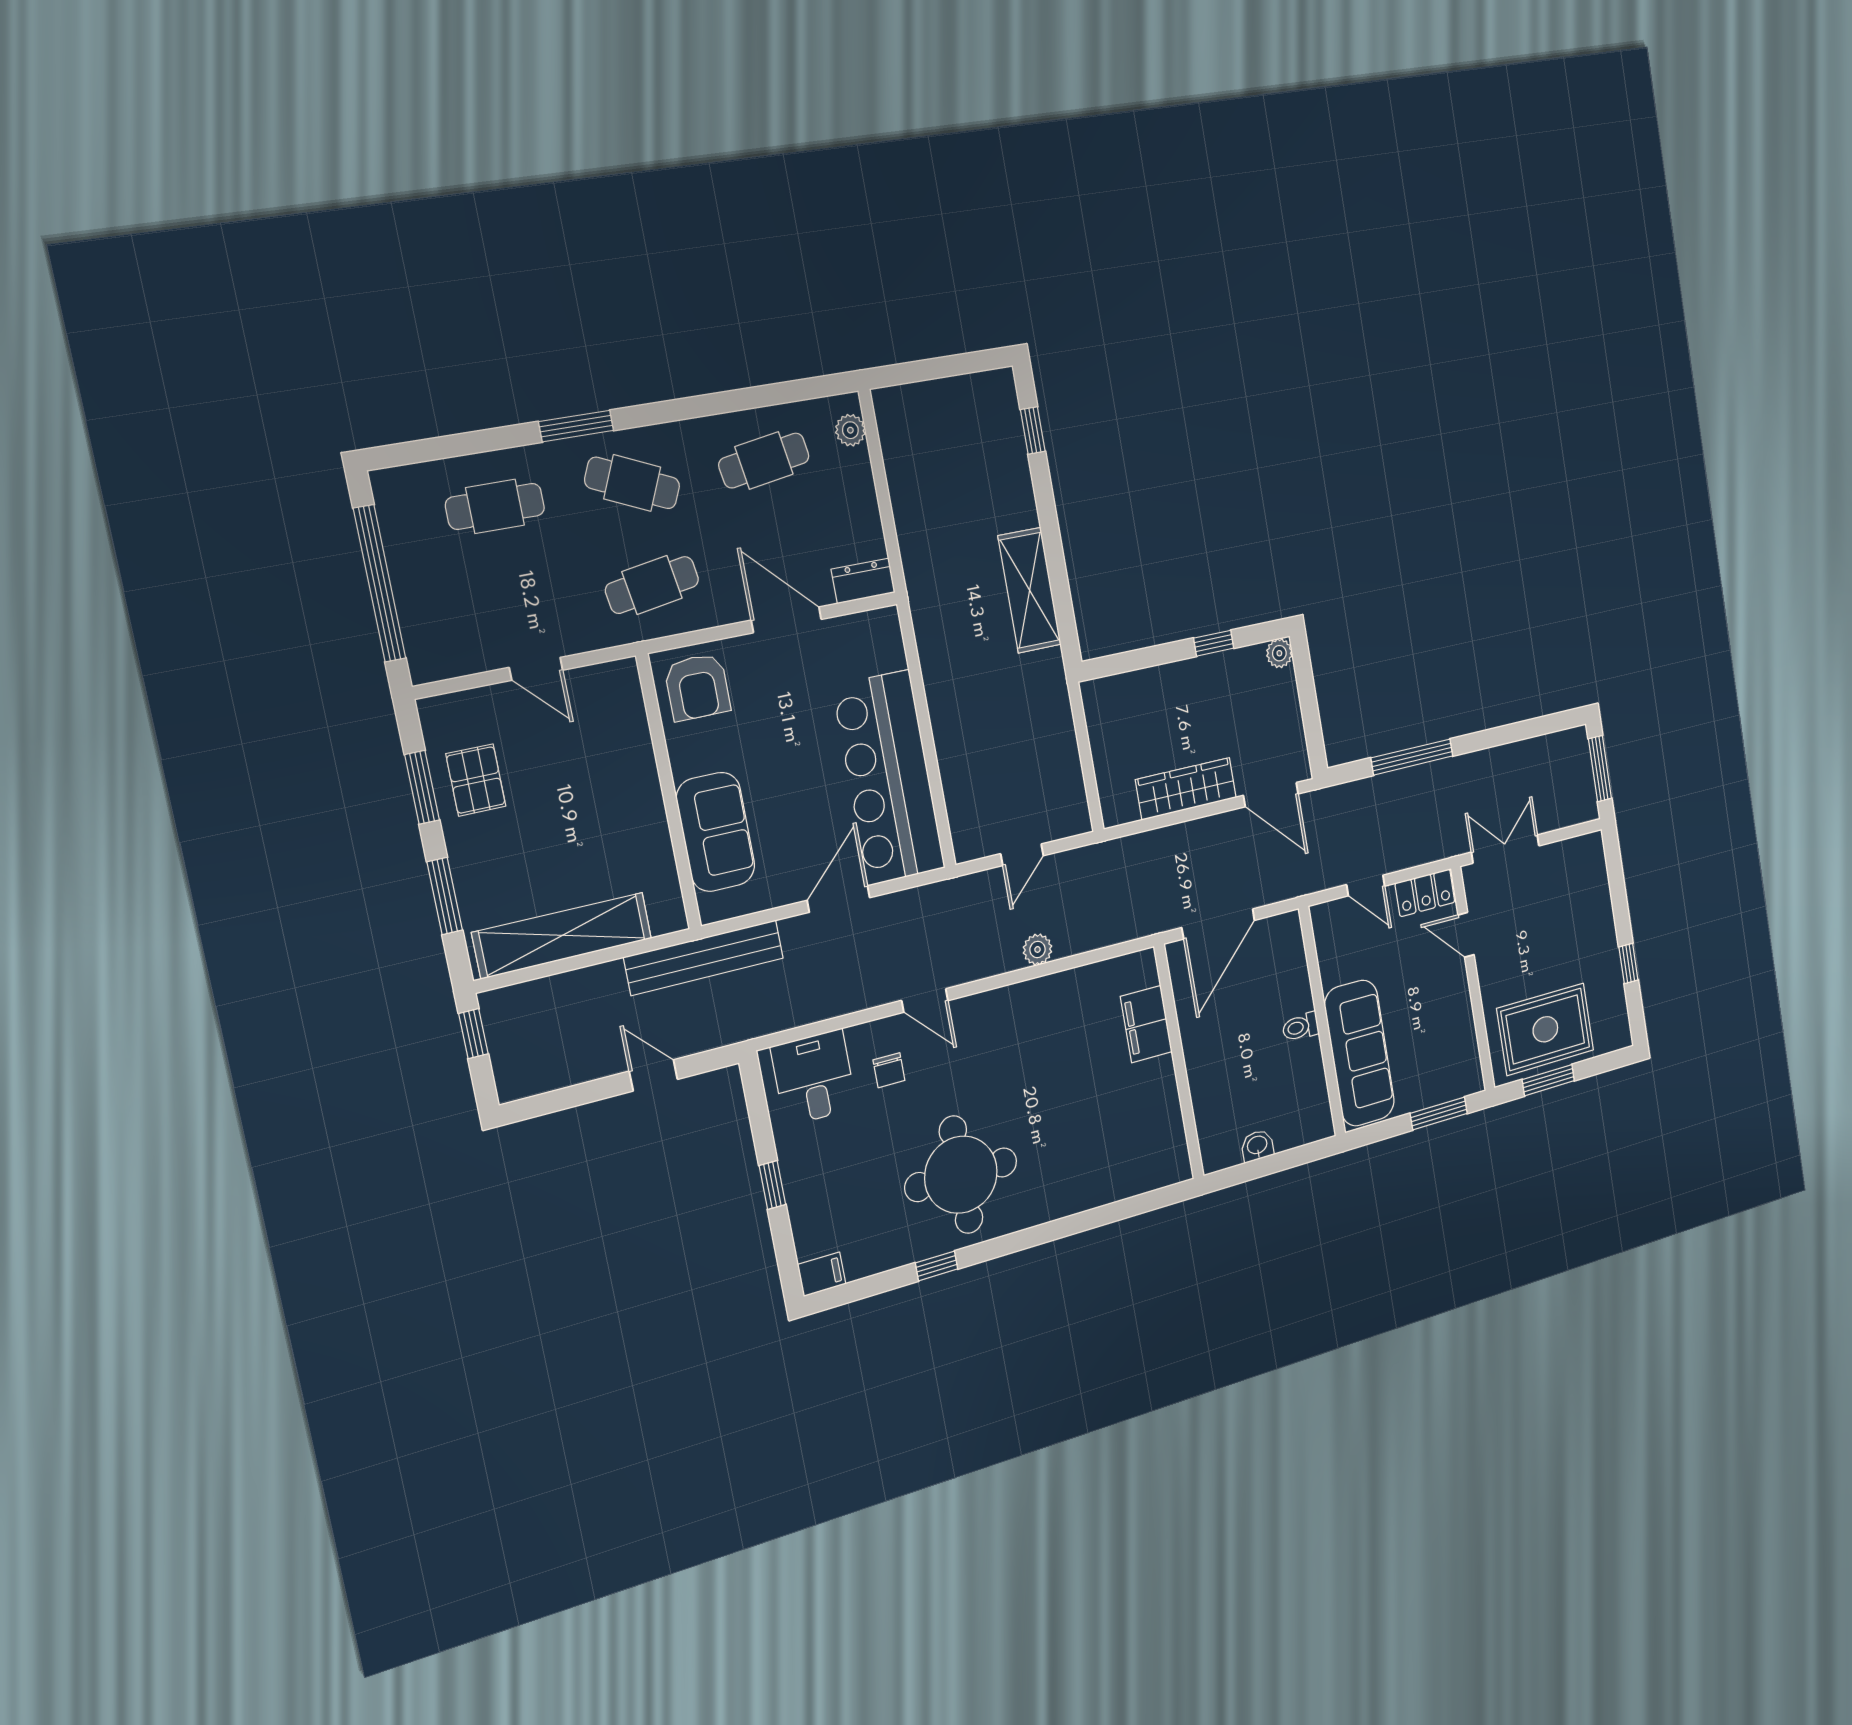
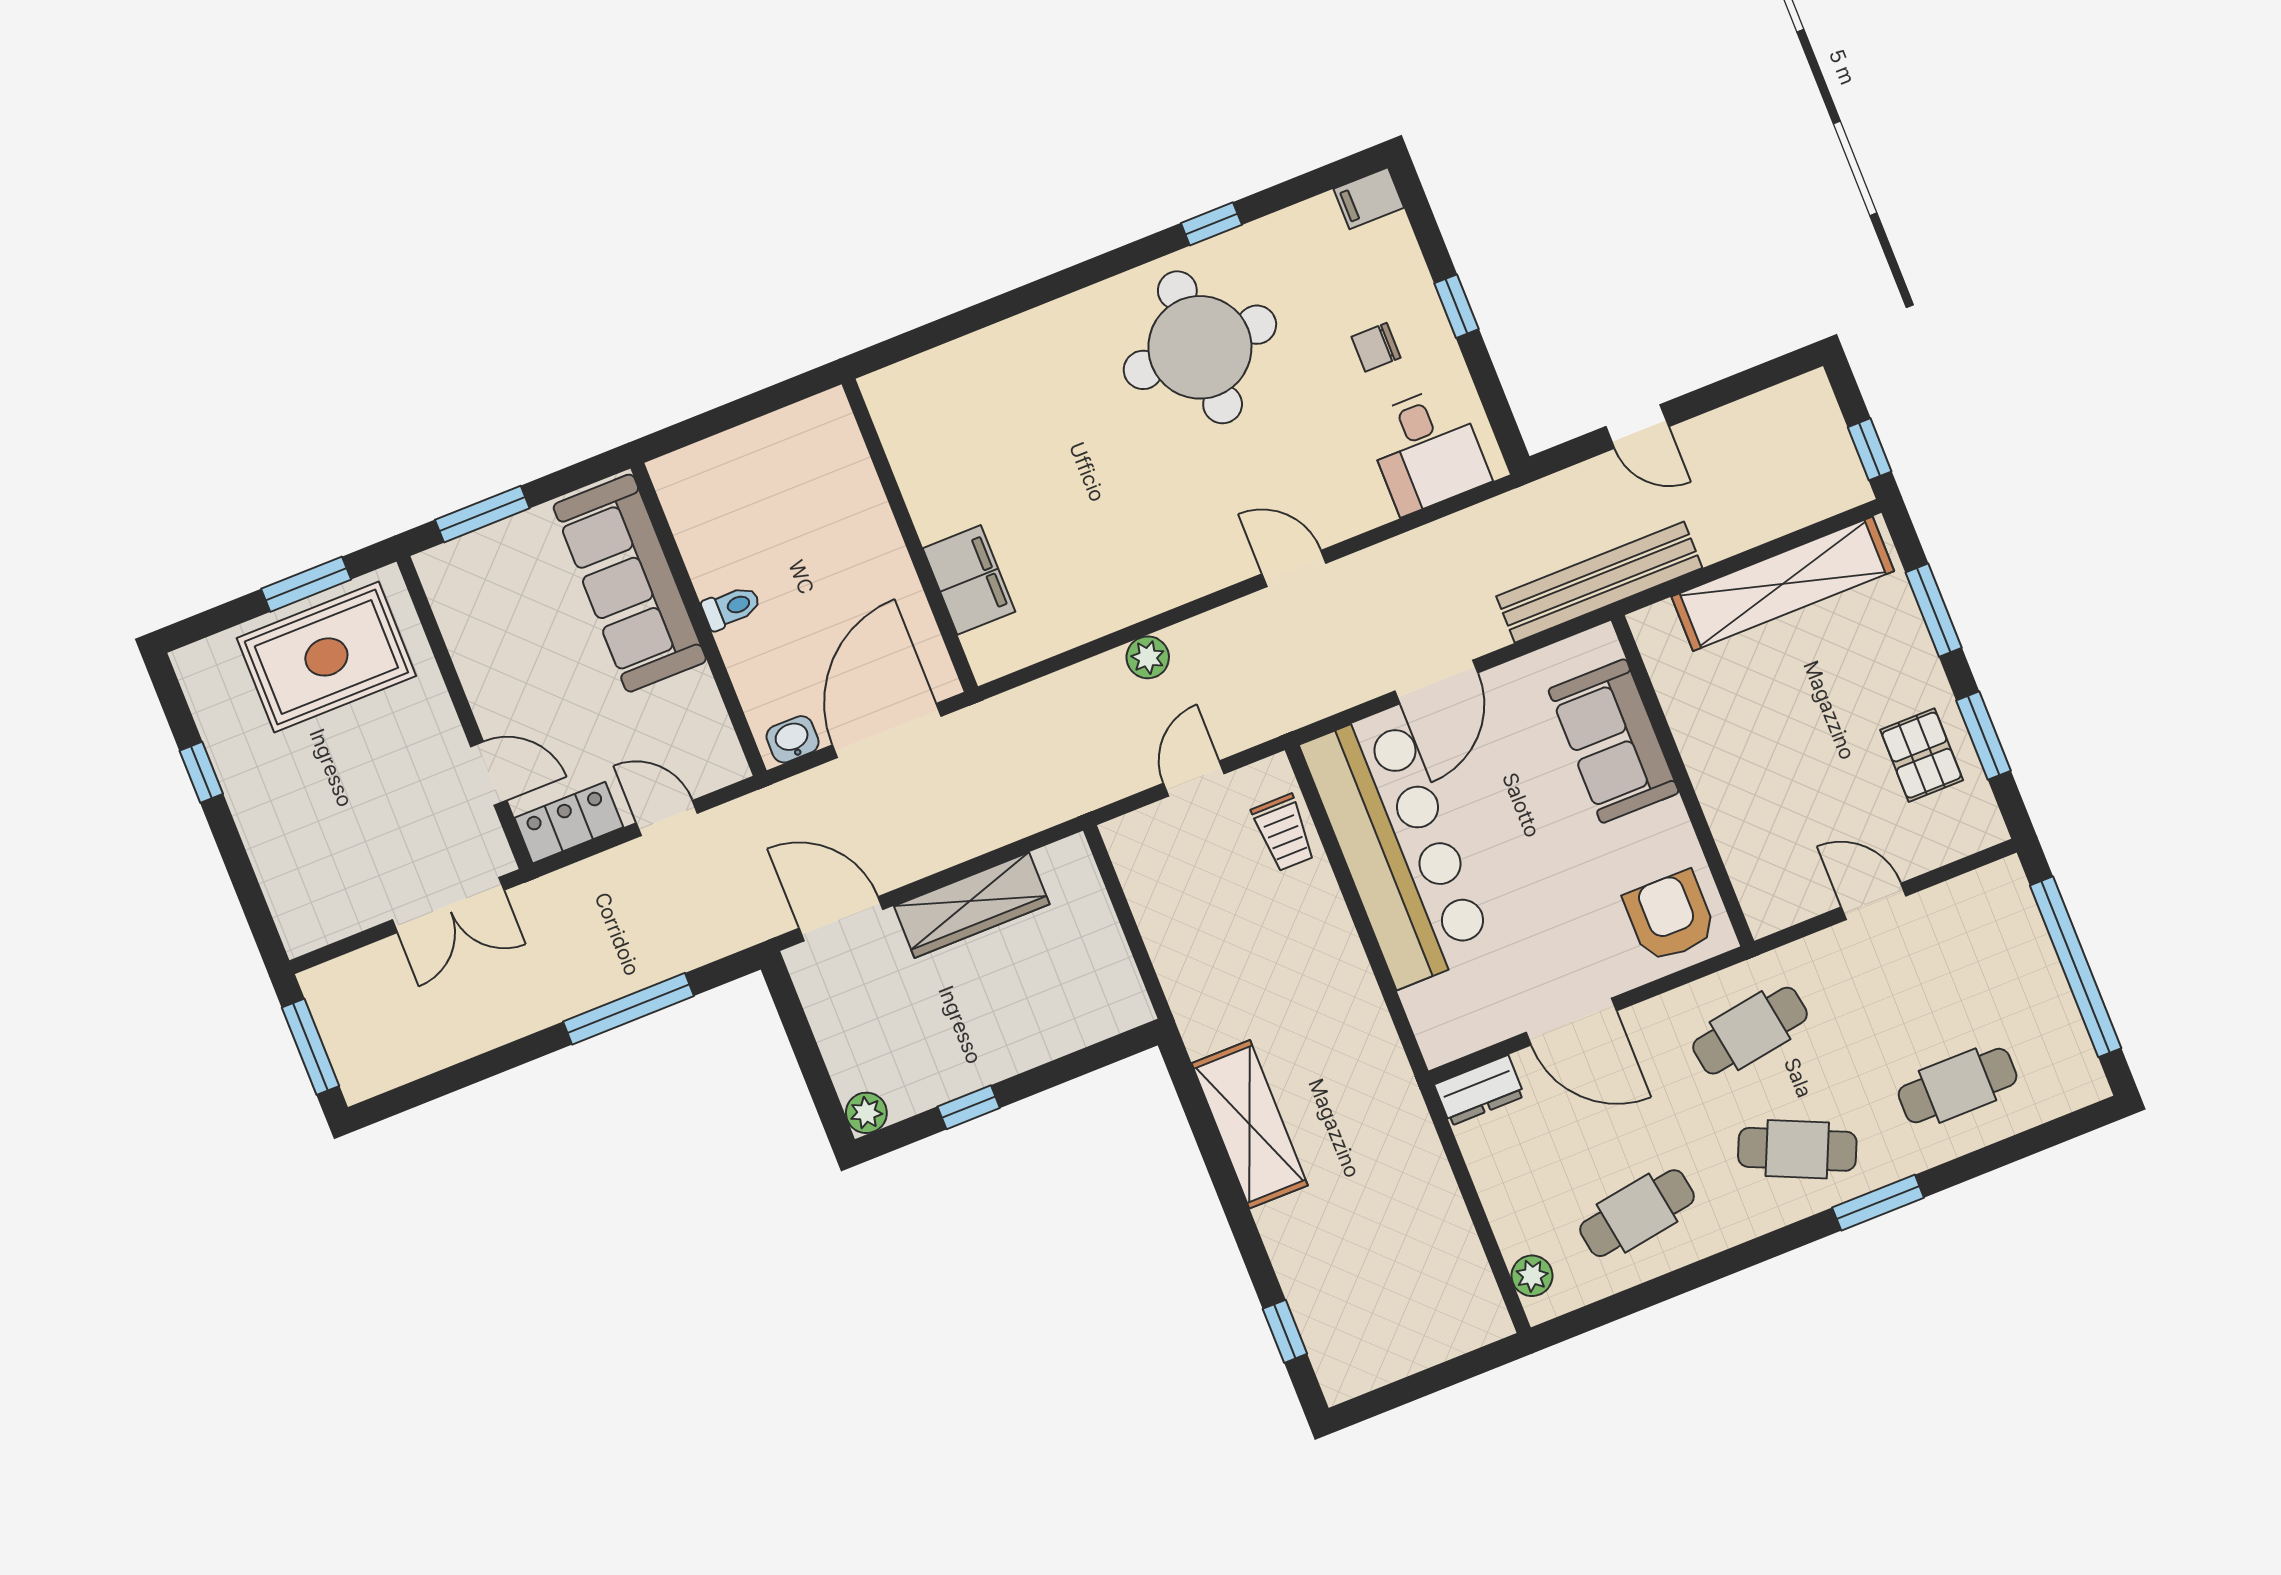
trolley: (967, 803) -> (1284, 833), added
chair: (889, 1070) -> (1376, 347), moved, turned -90
washbasin: (1257, 1146) -> (793, 739), moved, turned 180

